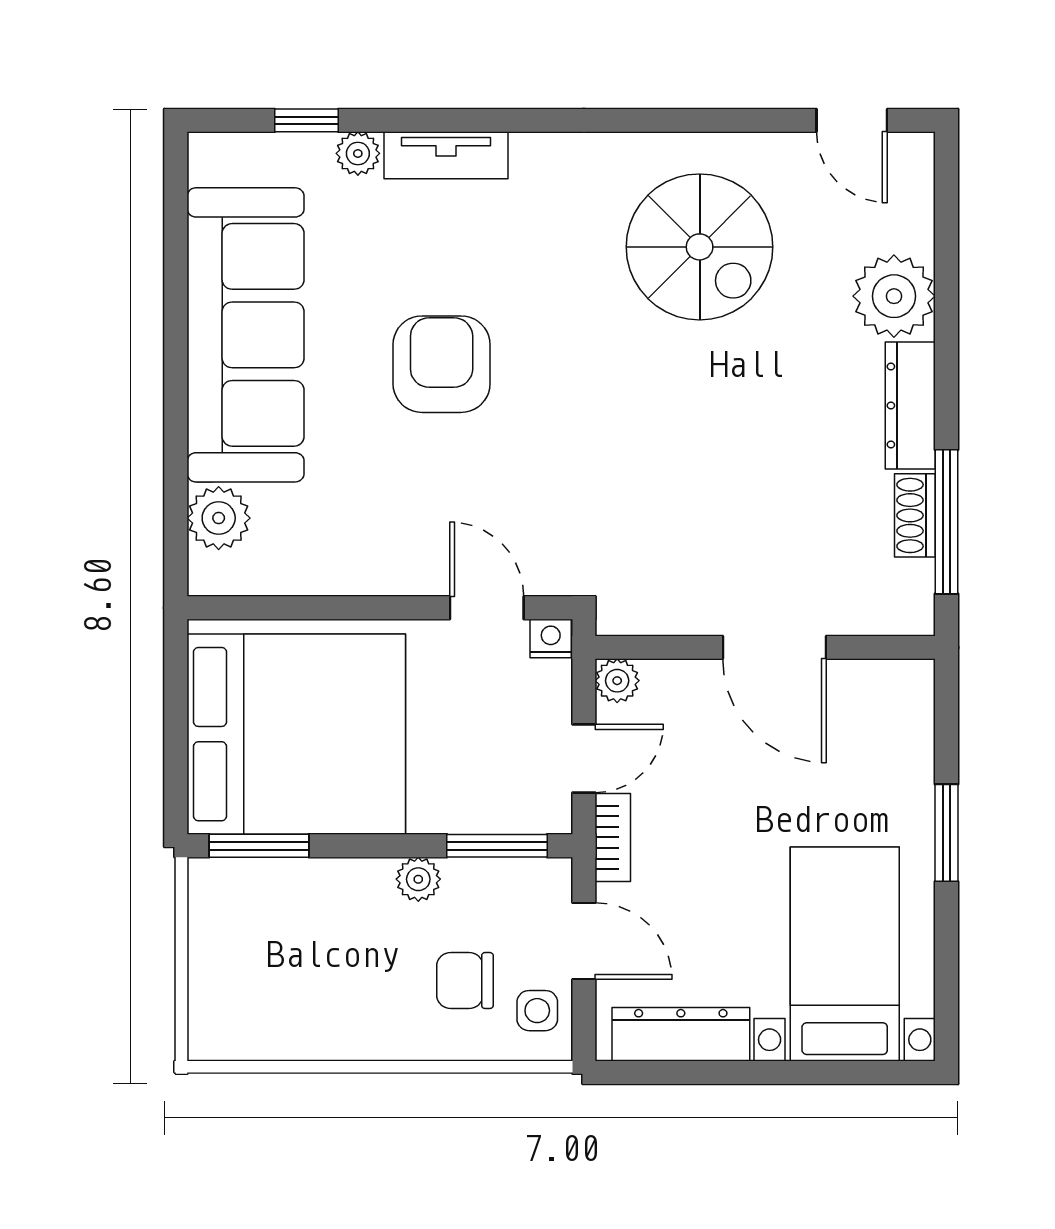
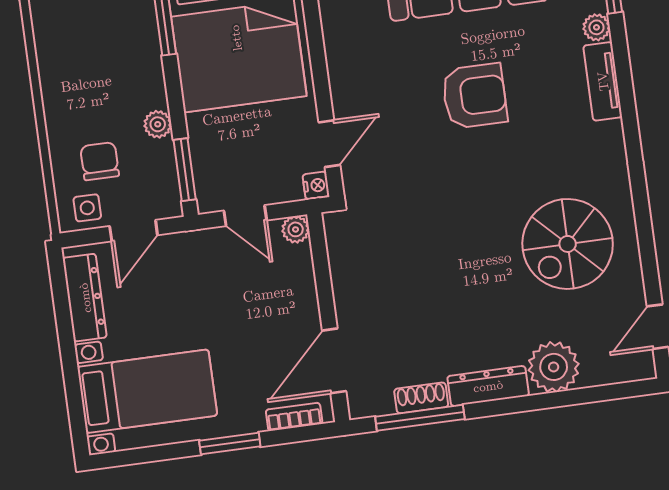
door: (775, 647) -> (334, 361), moved
bookcase: (613, 837) -> (294, 417), moved, turned 180

